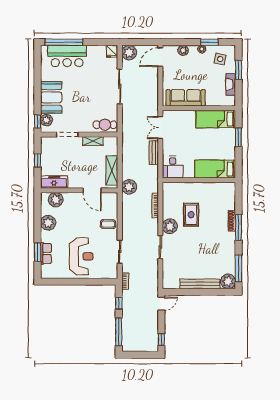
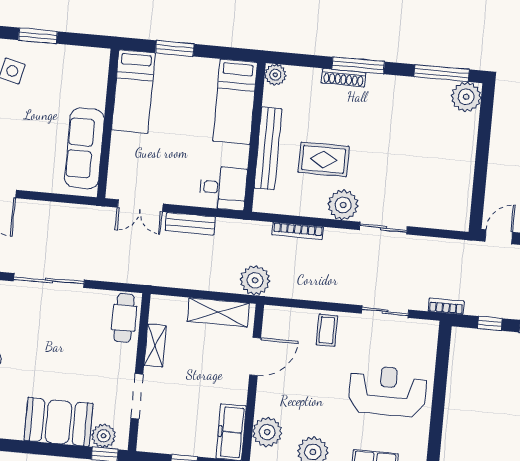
fireplace: (231, 84) -> (66, 54), removed
plant: (230, 187) -> (275, 75), added
bench: (200, 284) -> (268, 148), moved
door: (161, 304) -> (499, 237), hinge flipped

